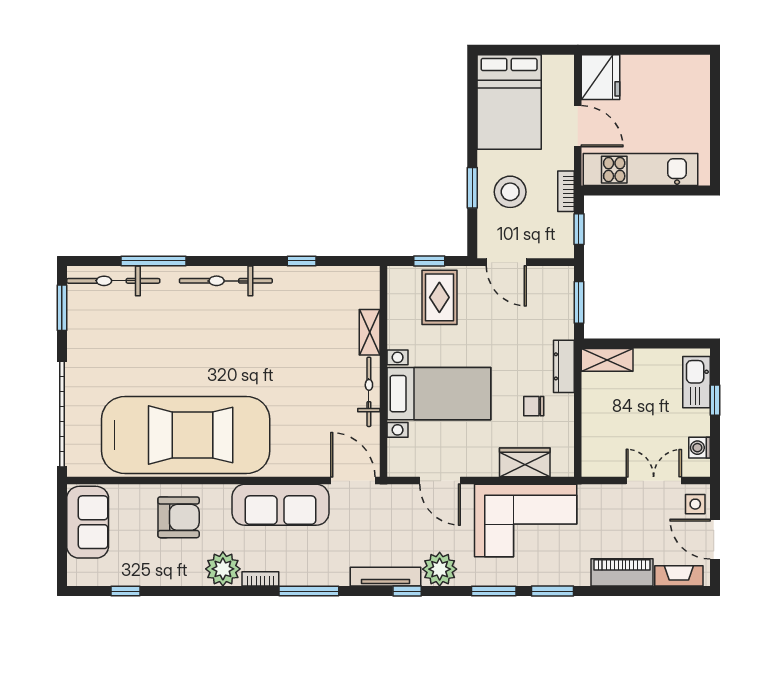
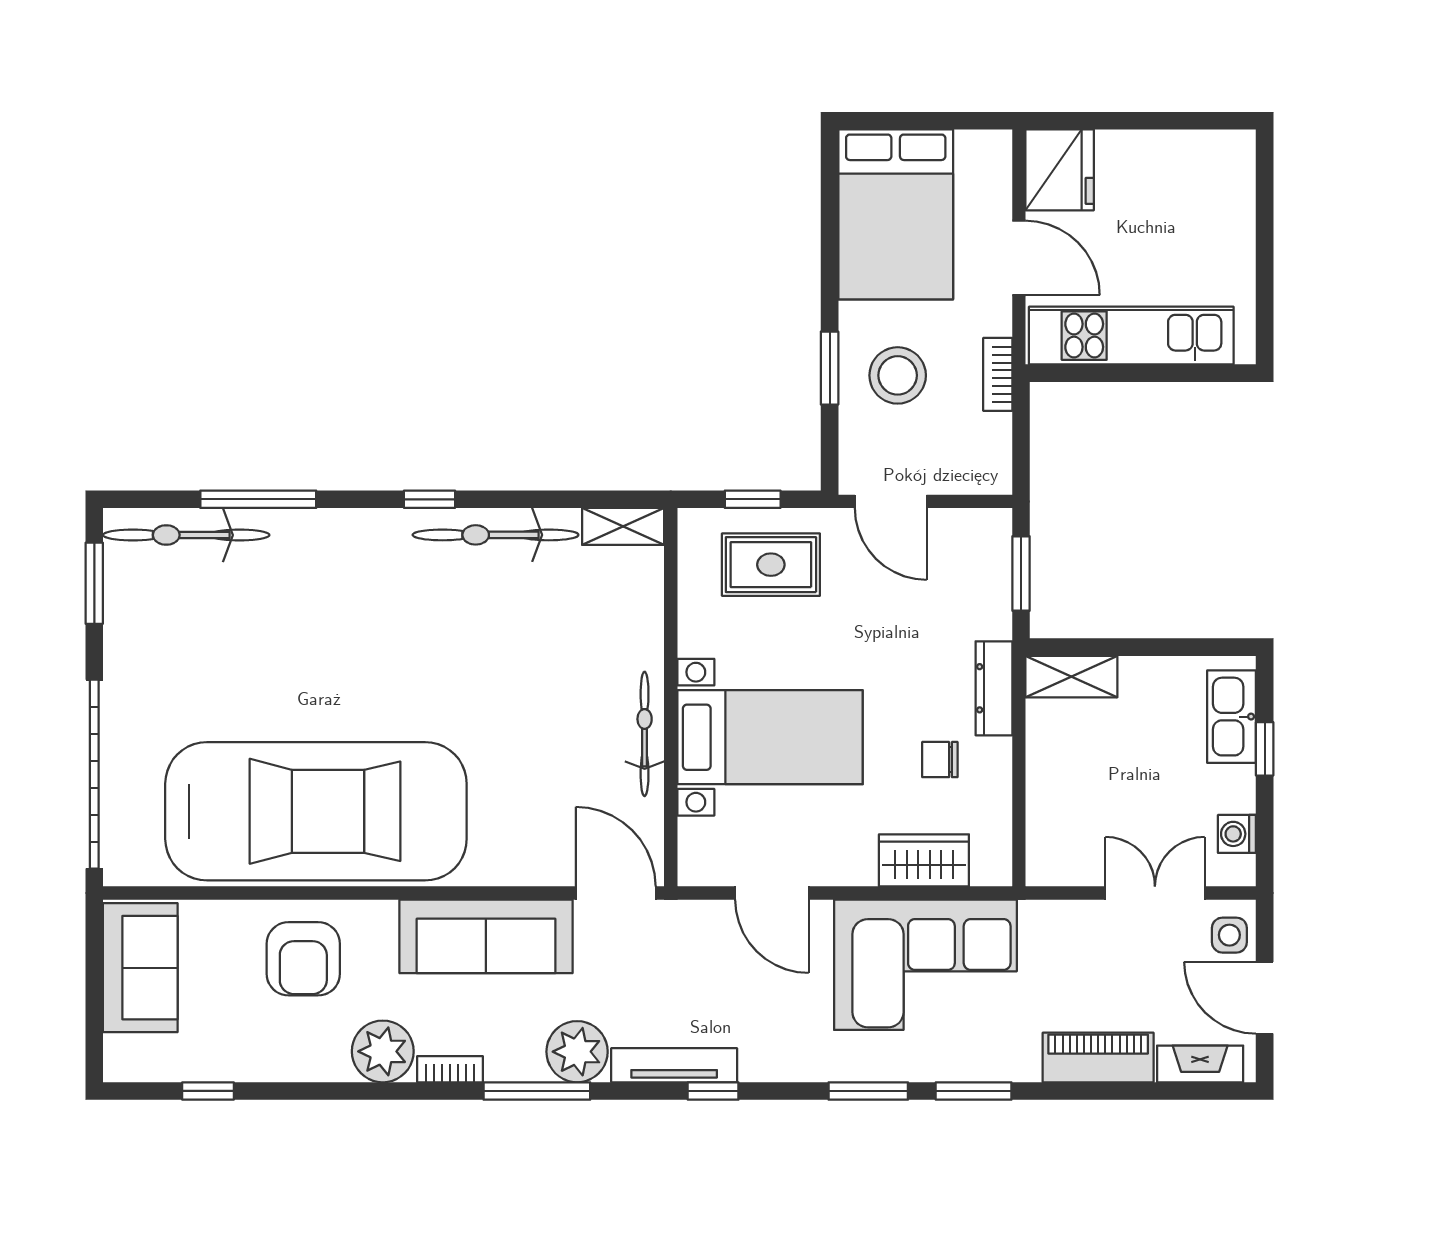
window: (579, 229) -> (1021, 442), removed
window: (302, 261) -> (429, 499), moved
bicycle: (226, 281) -> (496, 535), moved
rug: (439, 297) -> (771, 565), turned 90
shelving: (370, 332) -> (623, 526), moved, turned 90
armchair: (179, 517) -> (303, 959), turned 90
plant: (440, 569) -> (577, 1052), moved

